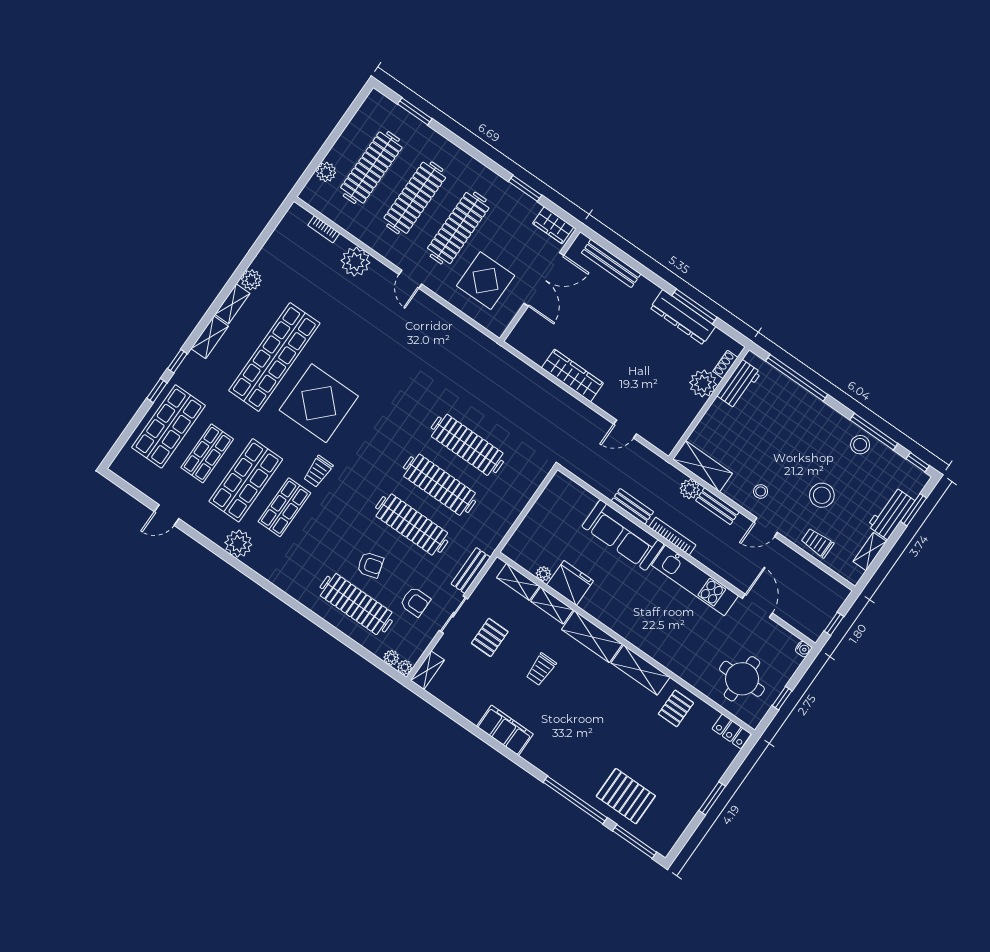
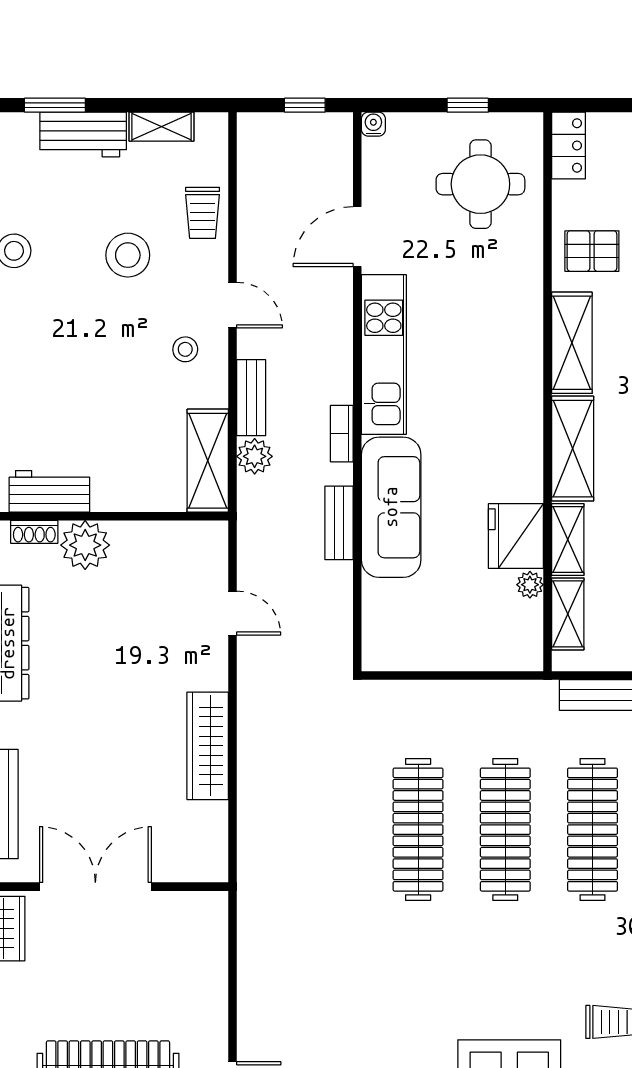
display table: (486, 281) -> (157, 971), removed
bookcase: (672, 536) -> (342, 434), width x0.64

